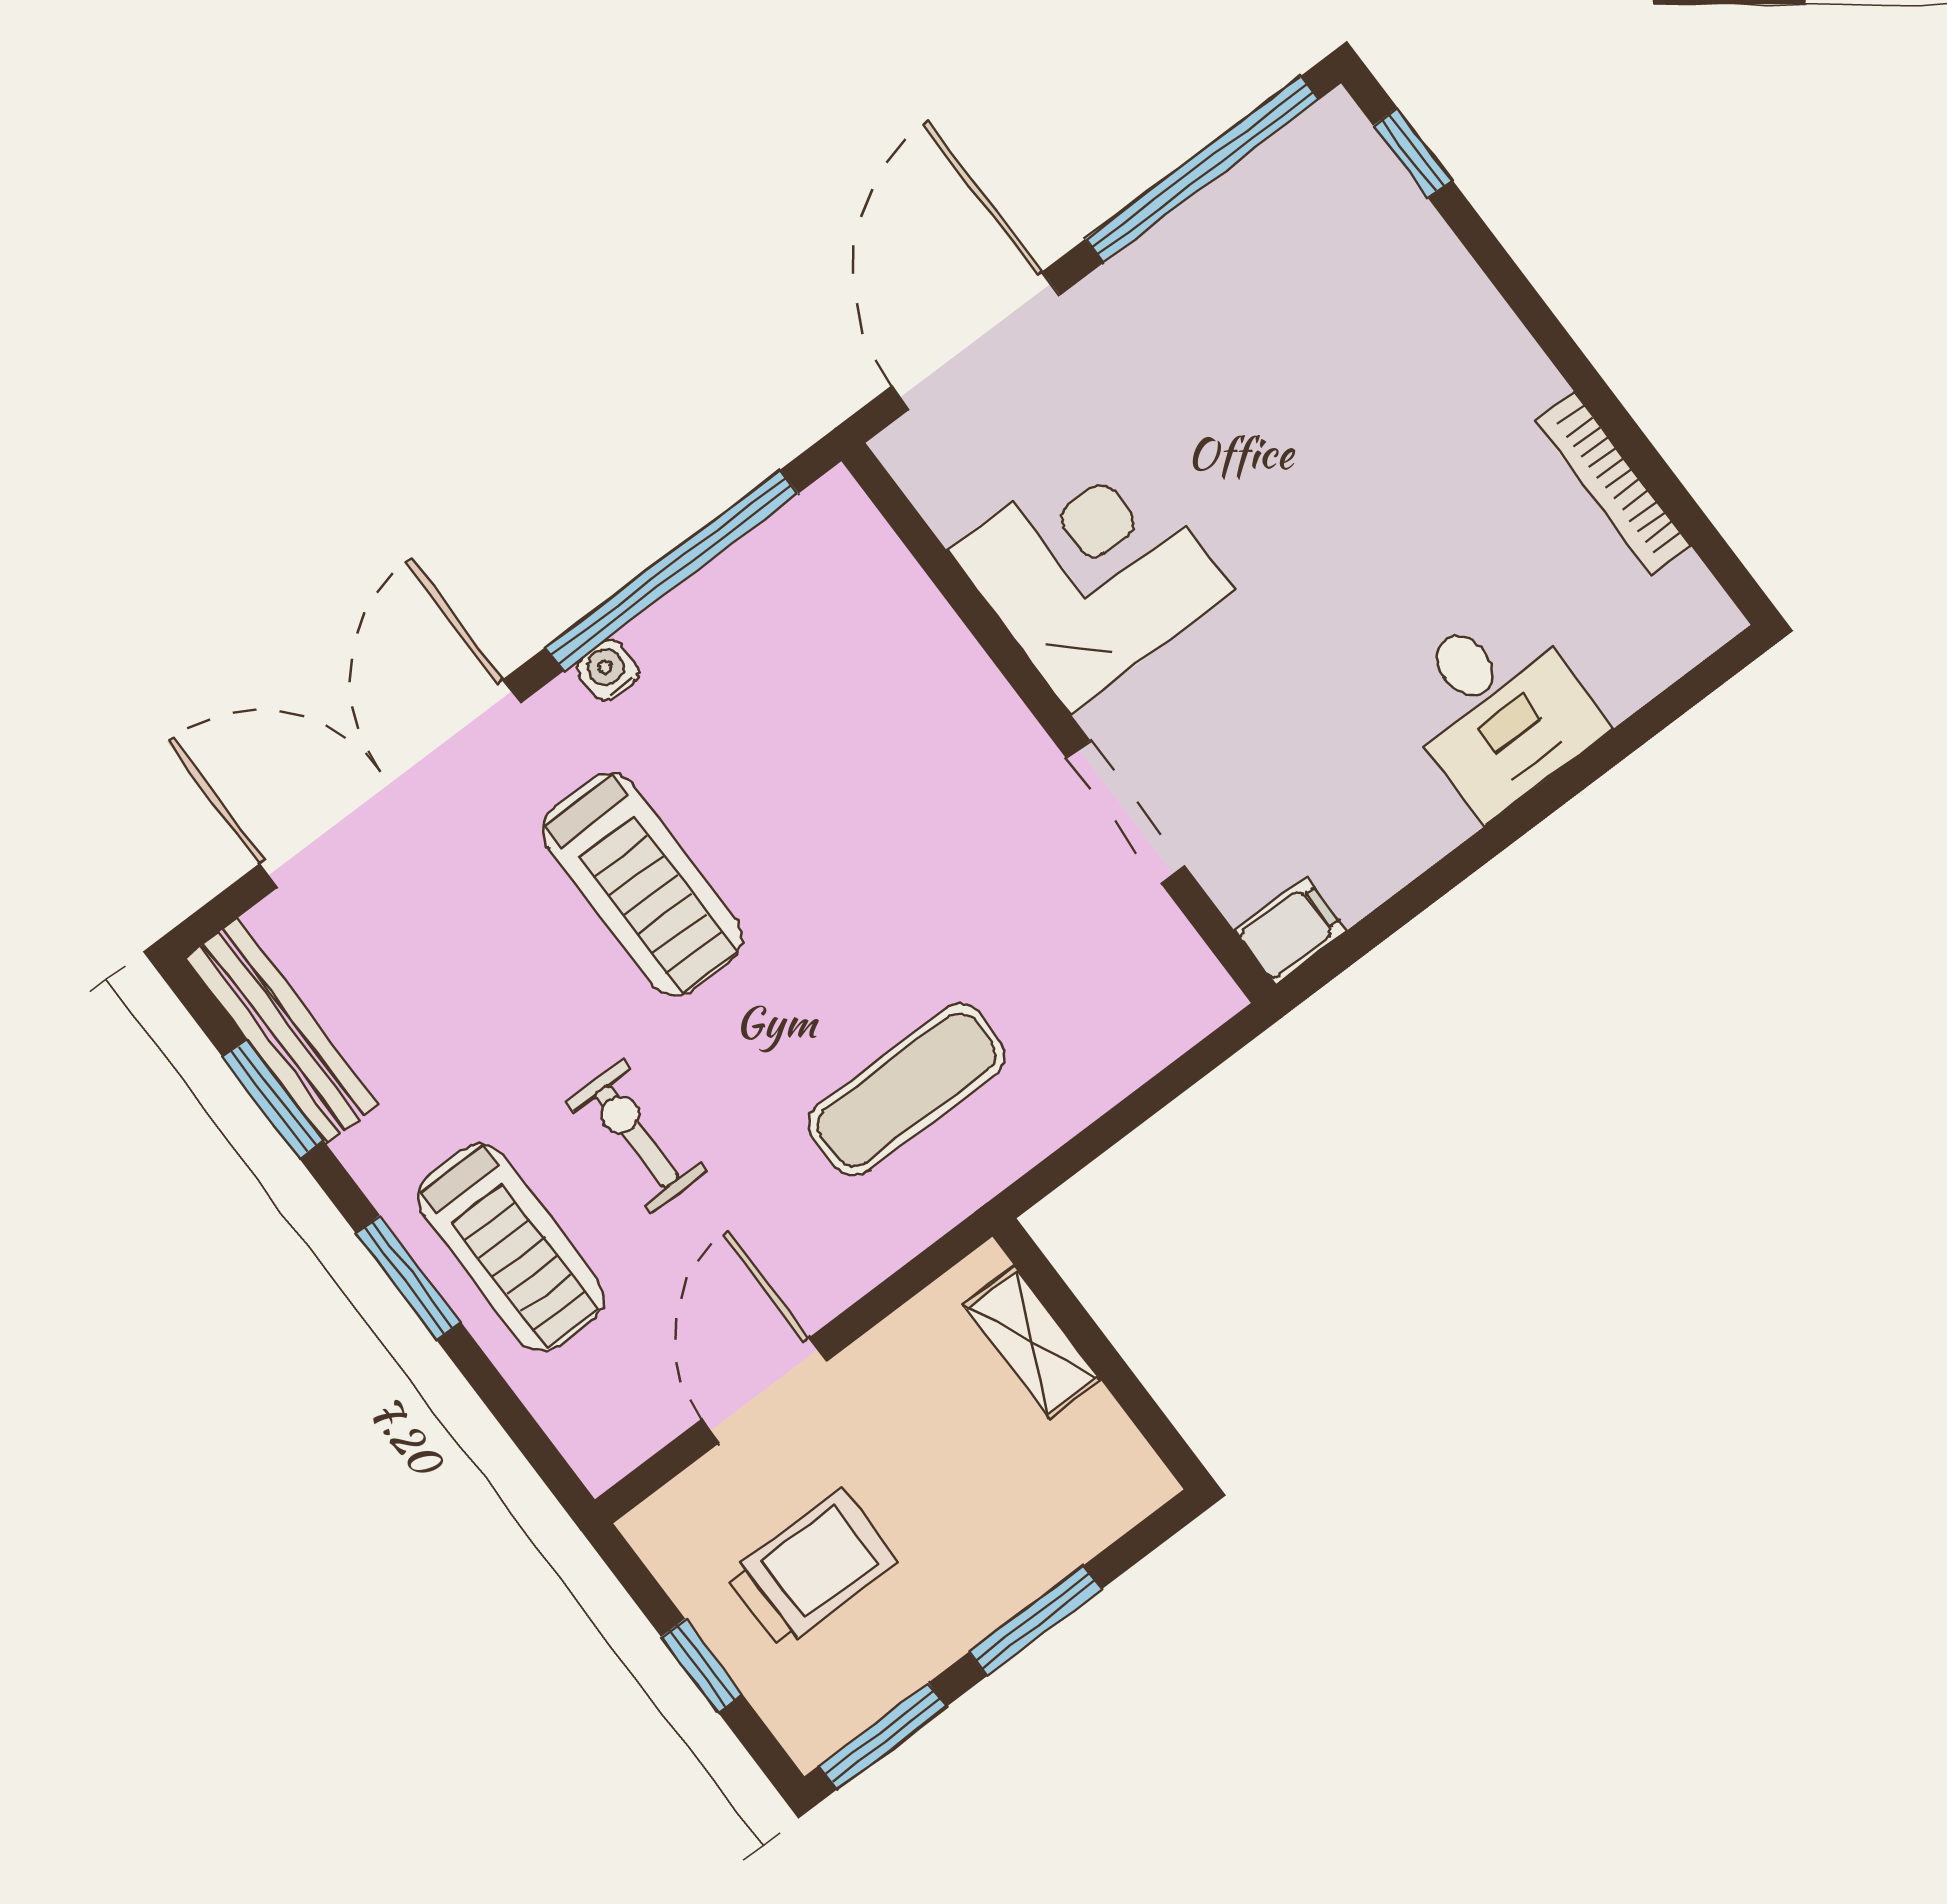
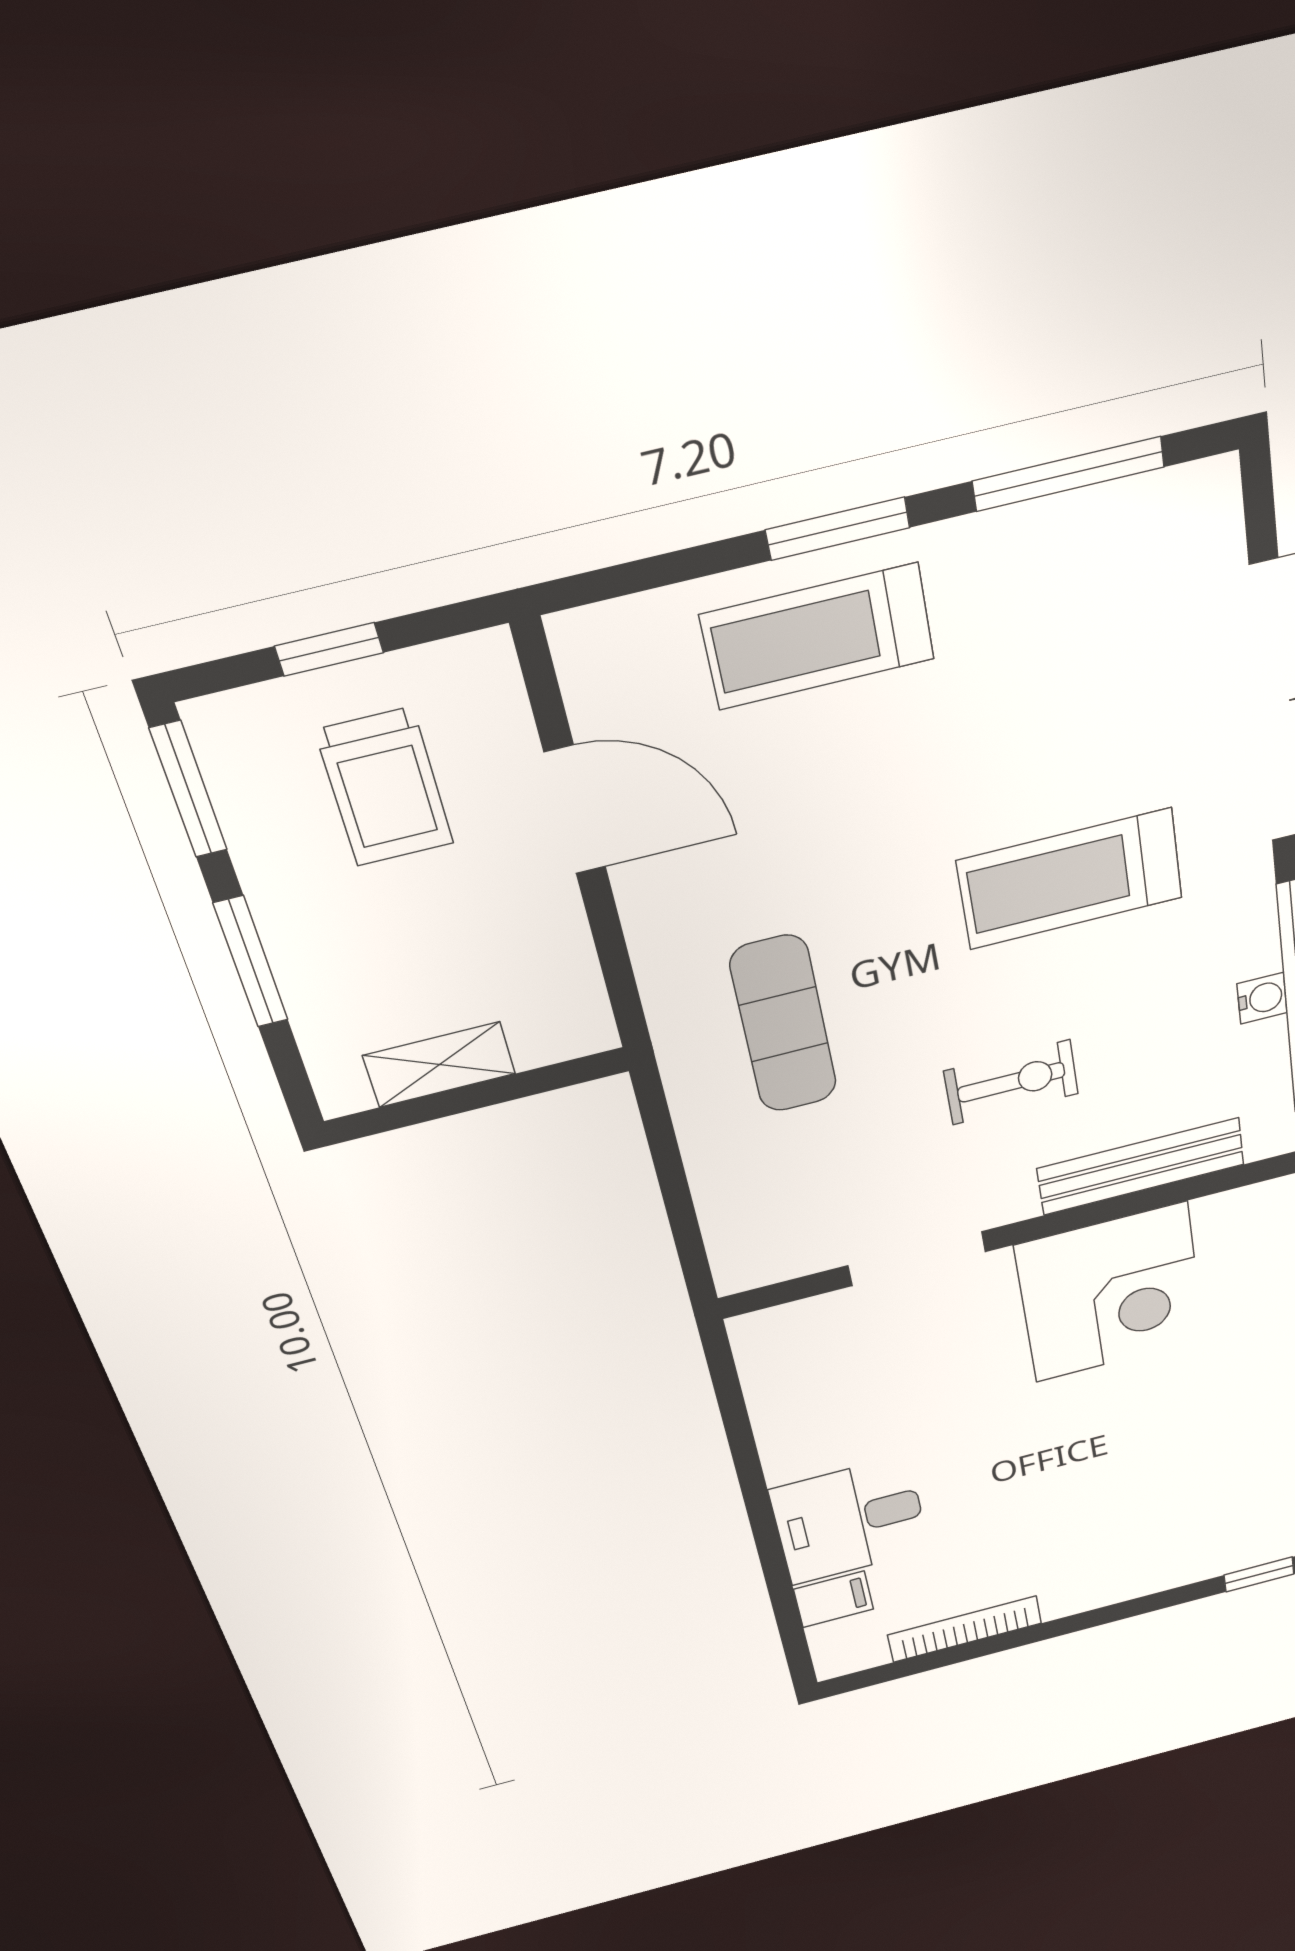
water cooler: (608, 670) -> (1262, 998), moved
filing cabinet: (1291, 931) -> (834, 1599), moved, turned -90
bench: (282, 1031) -> (1141, 1166), moved
window: (273, 1099) -> (1069, 474), width x1.44
exercise bike: (637, 1136) -> (1011, 1082), moved
shelving: (1032, 1342) -> (439, 1065), moved

